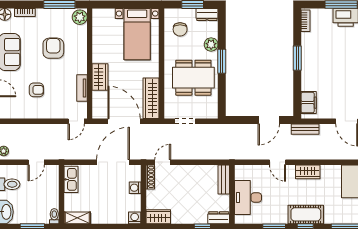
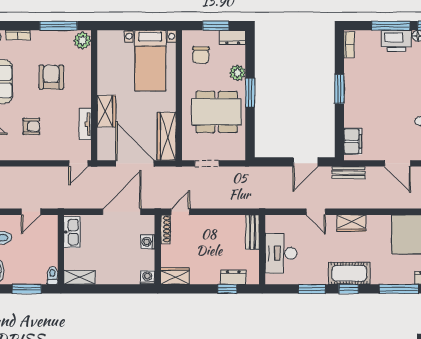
dresser: (219, 218) -> (233, 277), moved

